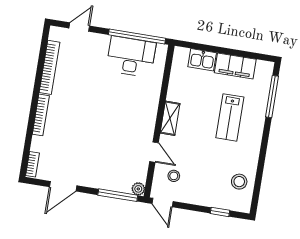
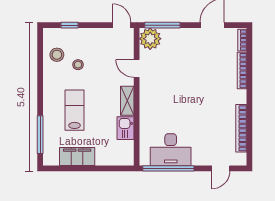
kitchen sink: (202, 60) -> (125, 128), moved, turned -90
bookcase: (41, 115) -> (242, 71), moved
stool: (174, 176) -> (78, 65), moved
plant: (138, 189) -> (150, 39), width x1.87, depth x1.87

